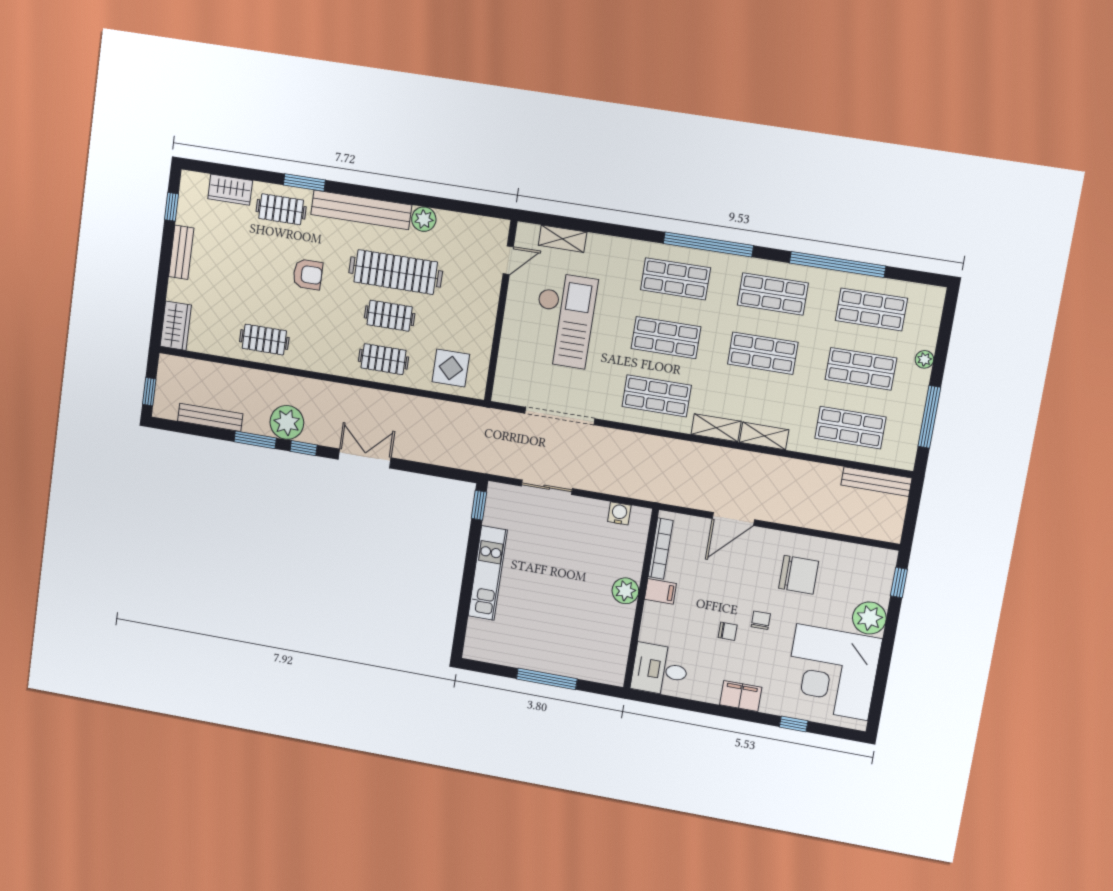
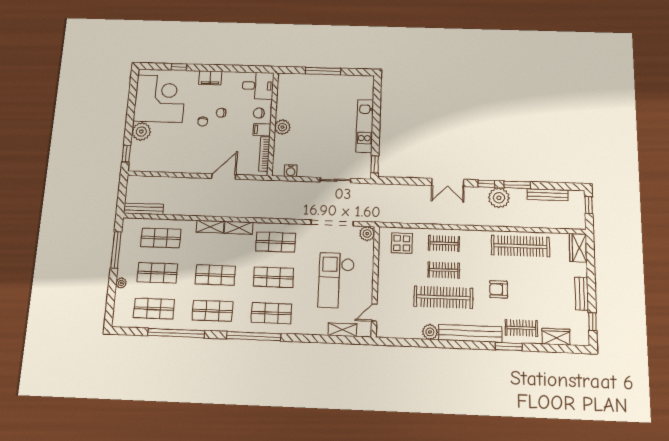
clothes rail: (264, 340) -> (520, 246), width x1.86, depth x1.31
plant: (505, 391) -> (367, 234), added
chair: (799, 575) -> (259, 113), moved, width x0.54, depth x0.54

